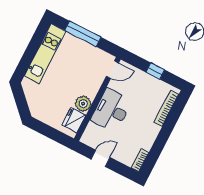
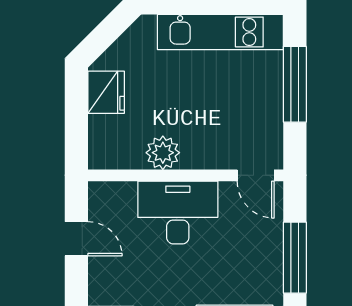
window: (155, 71) -> (295, 258), width x2.17
fridge: (74, 120) -> (106, 92), moved, turned 90

